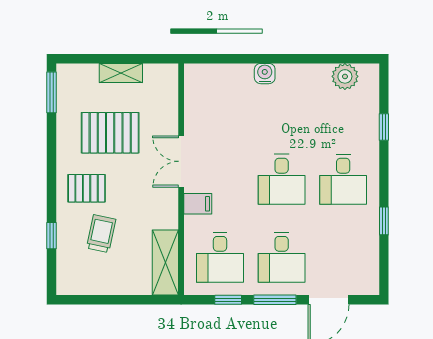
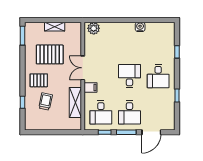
water cooler: (265, 74) -> (140, 27), moved
plant: (345, 76) -> (94, 28), moved
desk: (282, 179) -> (129, 76), turned 180
shelving: (165, 263) -> (75, 103), moved

